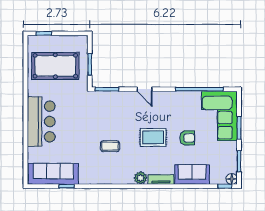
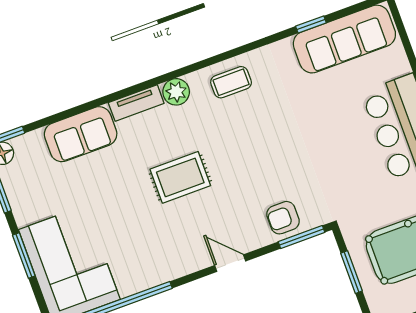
armchair: (187, 138) -> (283, 218), moved
coffee table: (110, 146) -> (231, 82), moved

